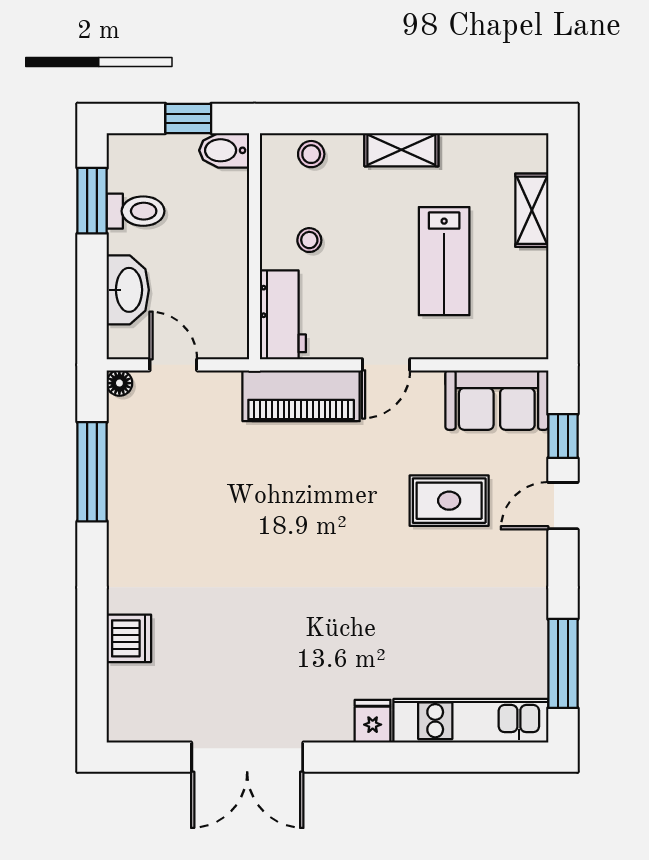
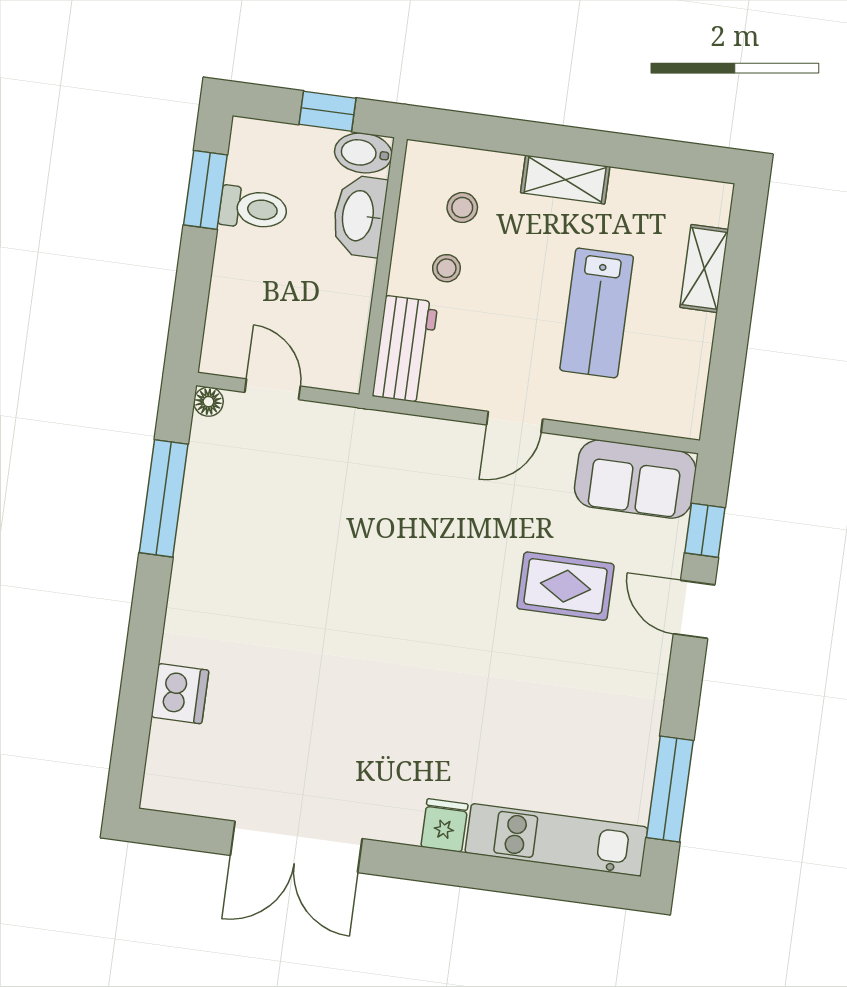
stool: (311, 154) -> (462, 208), moved
washbasin: (128, 290) -> (359, 216), moved, turned 180
piano: (301, 396) -> (413, 444), removed
door: (563, 506) -> (694, 609), hinge flipped

